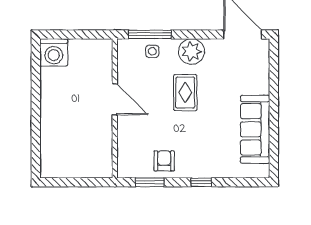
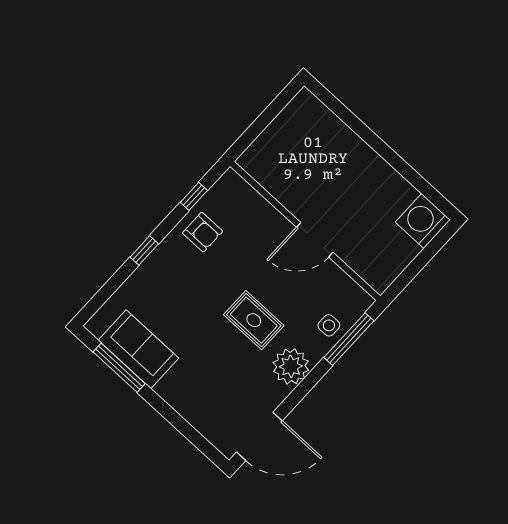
sofa: (255, 129) -> (138, 349), width x0.73
window: (274, 140) -> (119, 368), added
window: (150, 182) -> (194, 196), width x0.67

